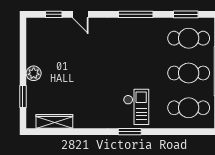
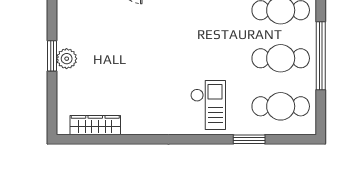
window: (23, 97) -> (52, 56), moved
window: (130, 132) -> (249, 139), moved

